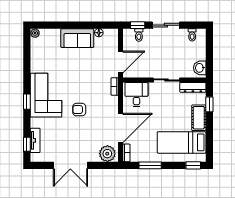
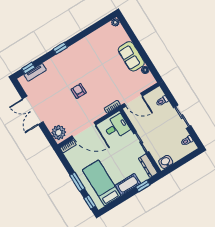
window: (138, 25) -> (169, 95), removed
corner sofa: (46, 95) -> (74, 59), removed
window: (150, 165) -> (77, 182), moved

